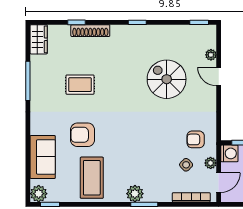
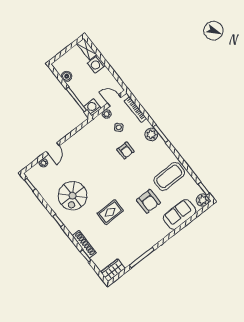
spiral stairs: (167, 79) -> (73, 196), moved
rug: (80, 85) -> (110, 212), moved, turned 90
armchair: (196, 139) -> (125, 150), moved
plant: (135, 194) -> (151, 134), moved

